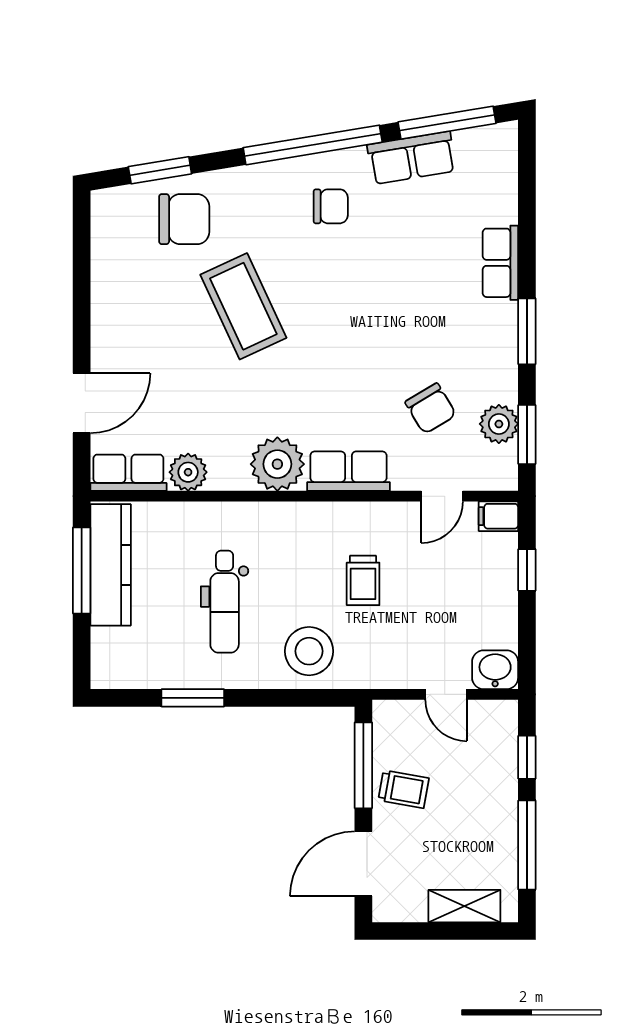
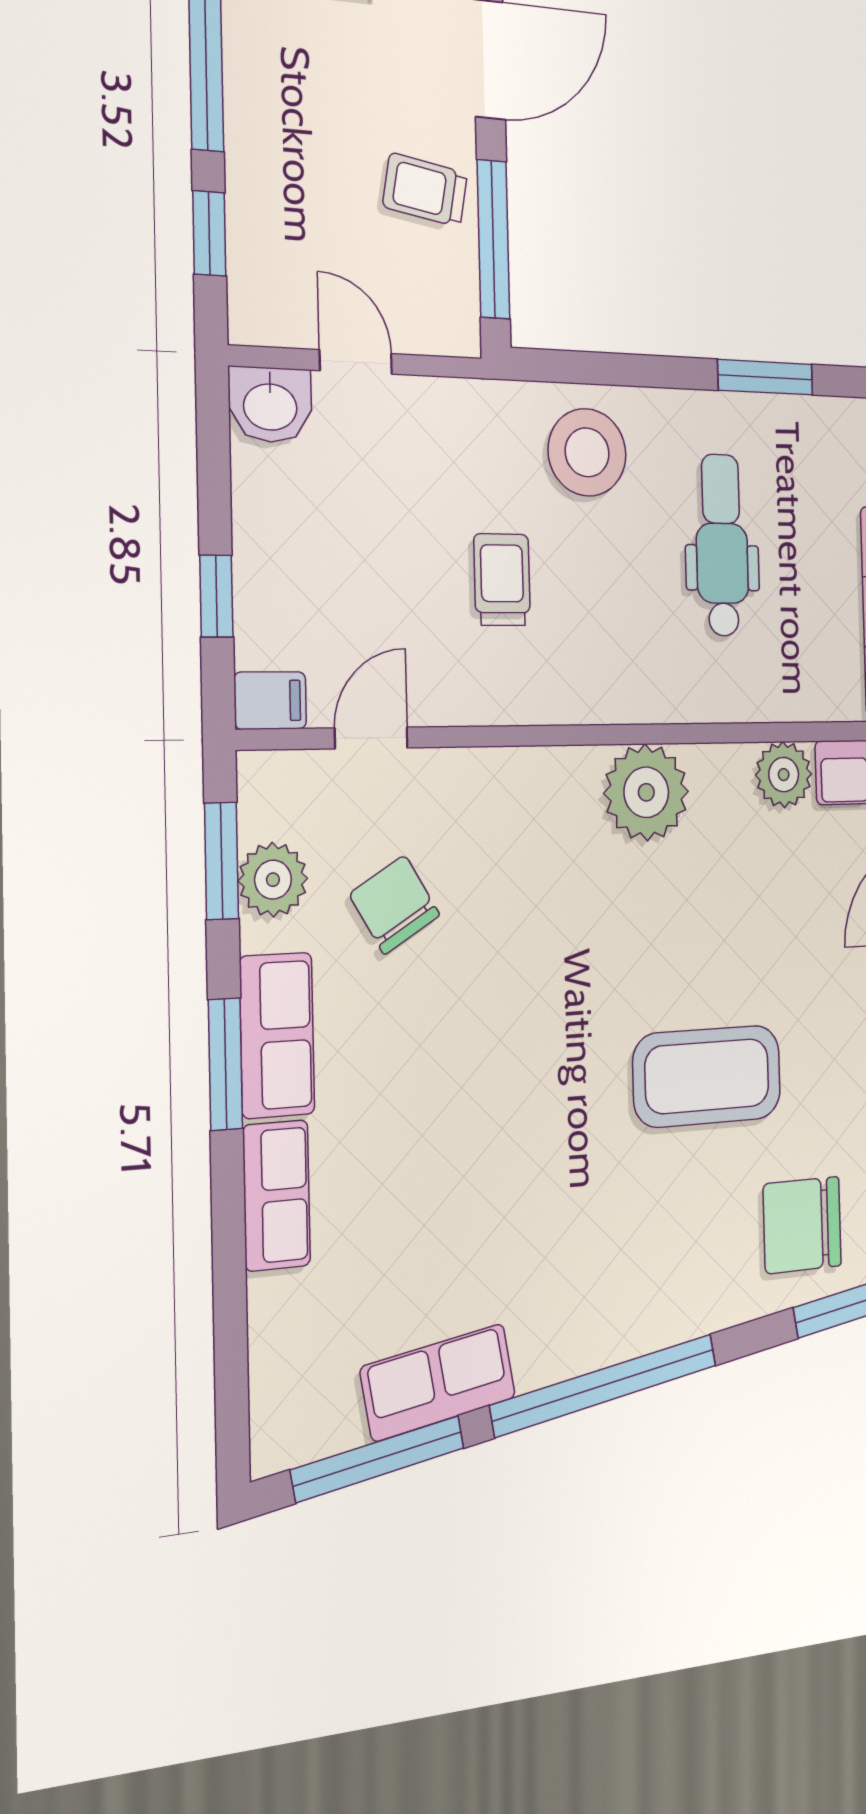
chair: (331, 206) -> (572, 1274), removed
coffee table: (243, 306) -> (707, 1076), turned -65
row of seats: (348, 471) -> (277, 1035), moved, turned -90

